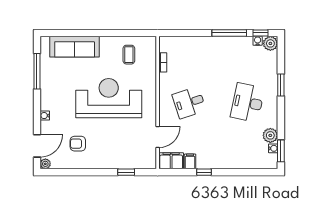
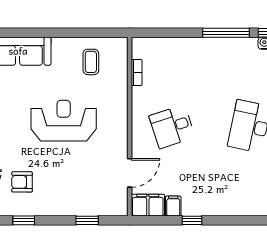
reception desk: (109, 98) -> (64, 121), width x0.74, depth x0.77
window: (79, 172) -> (24, 220), added

